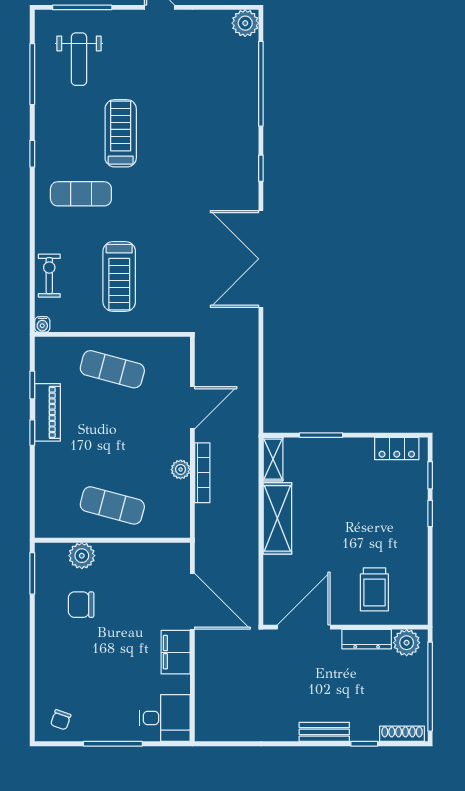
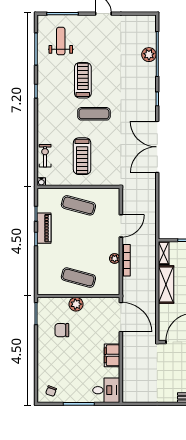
plant: (245, 23) -> (149, 55), moved
weight bench: (79, 59) -> (61, 41), turned 180
exercise mat: (81, 194) -> (94, 114), moved
plant: (82, 556) -> (76, 304), moved
door: (192, 601) -> (121, 317), moved

